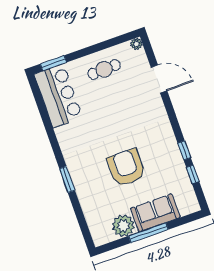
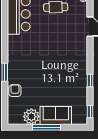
armchair: (126, 168) -> (15, 91), moved, width x0.53, depth x0.53
window: (193, 174) -> (90, 112), moved

